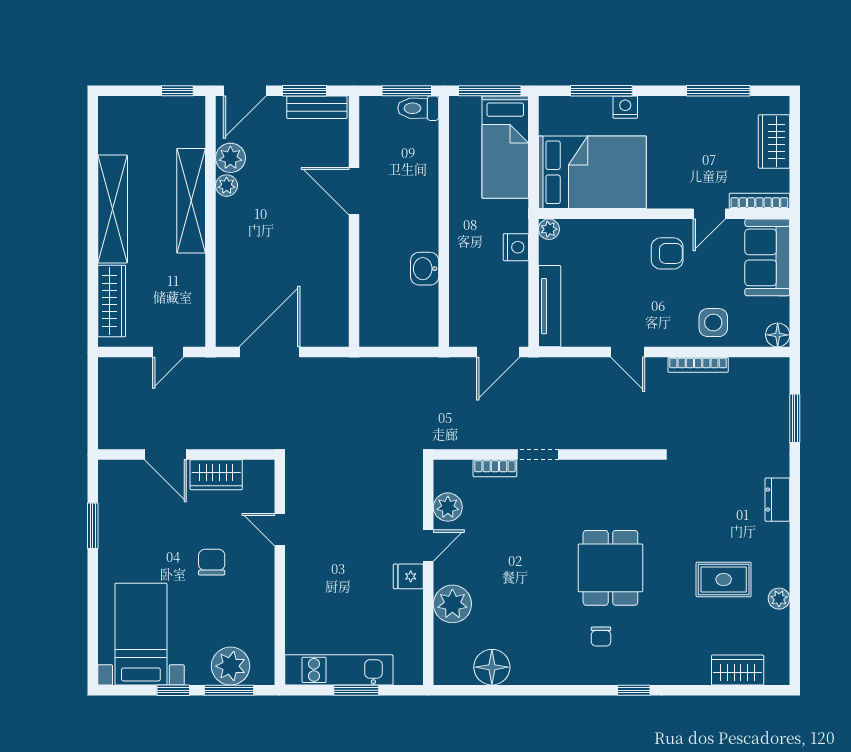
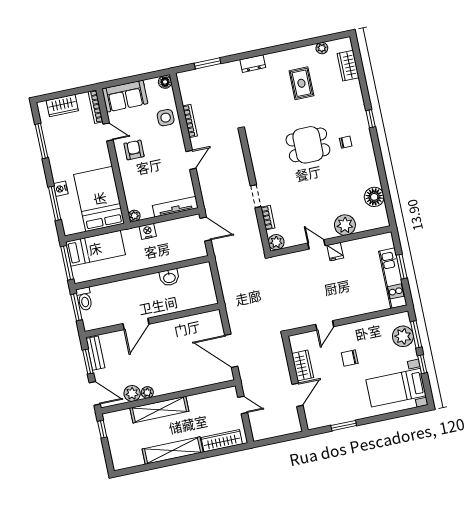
plant: (448, 507) -> (276, 242), moved
plant: (779, 599) -> (322, 48), moved

